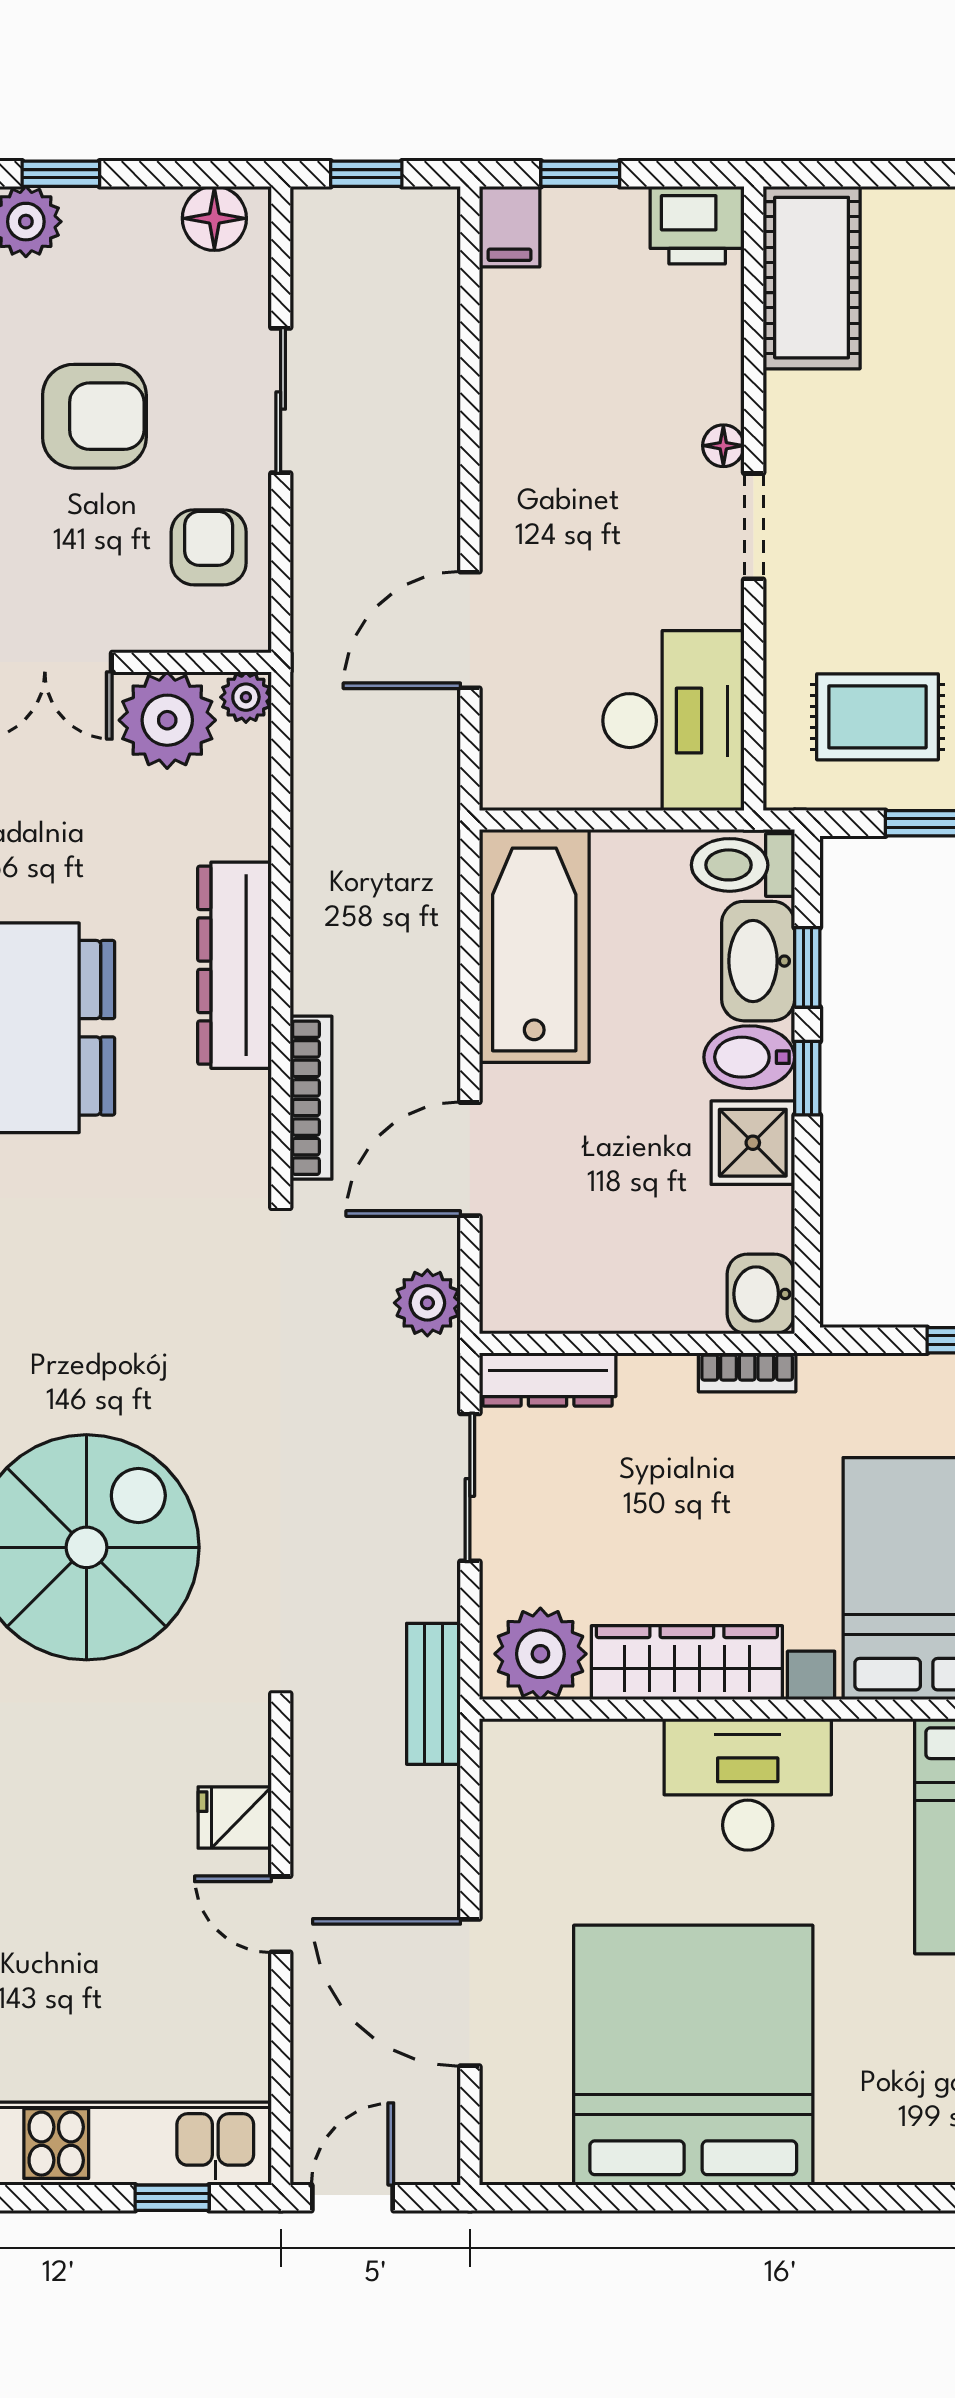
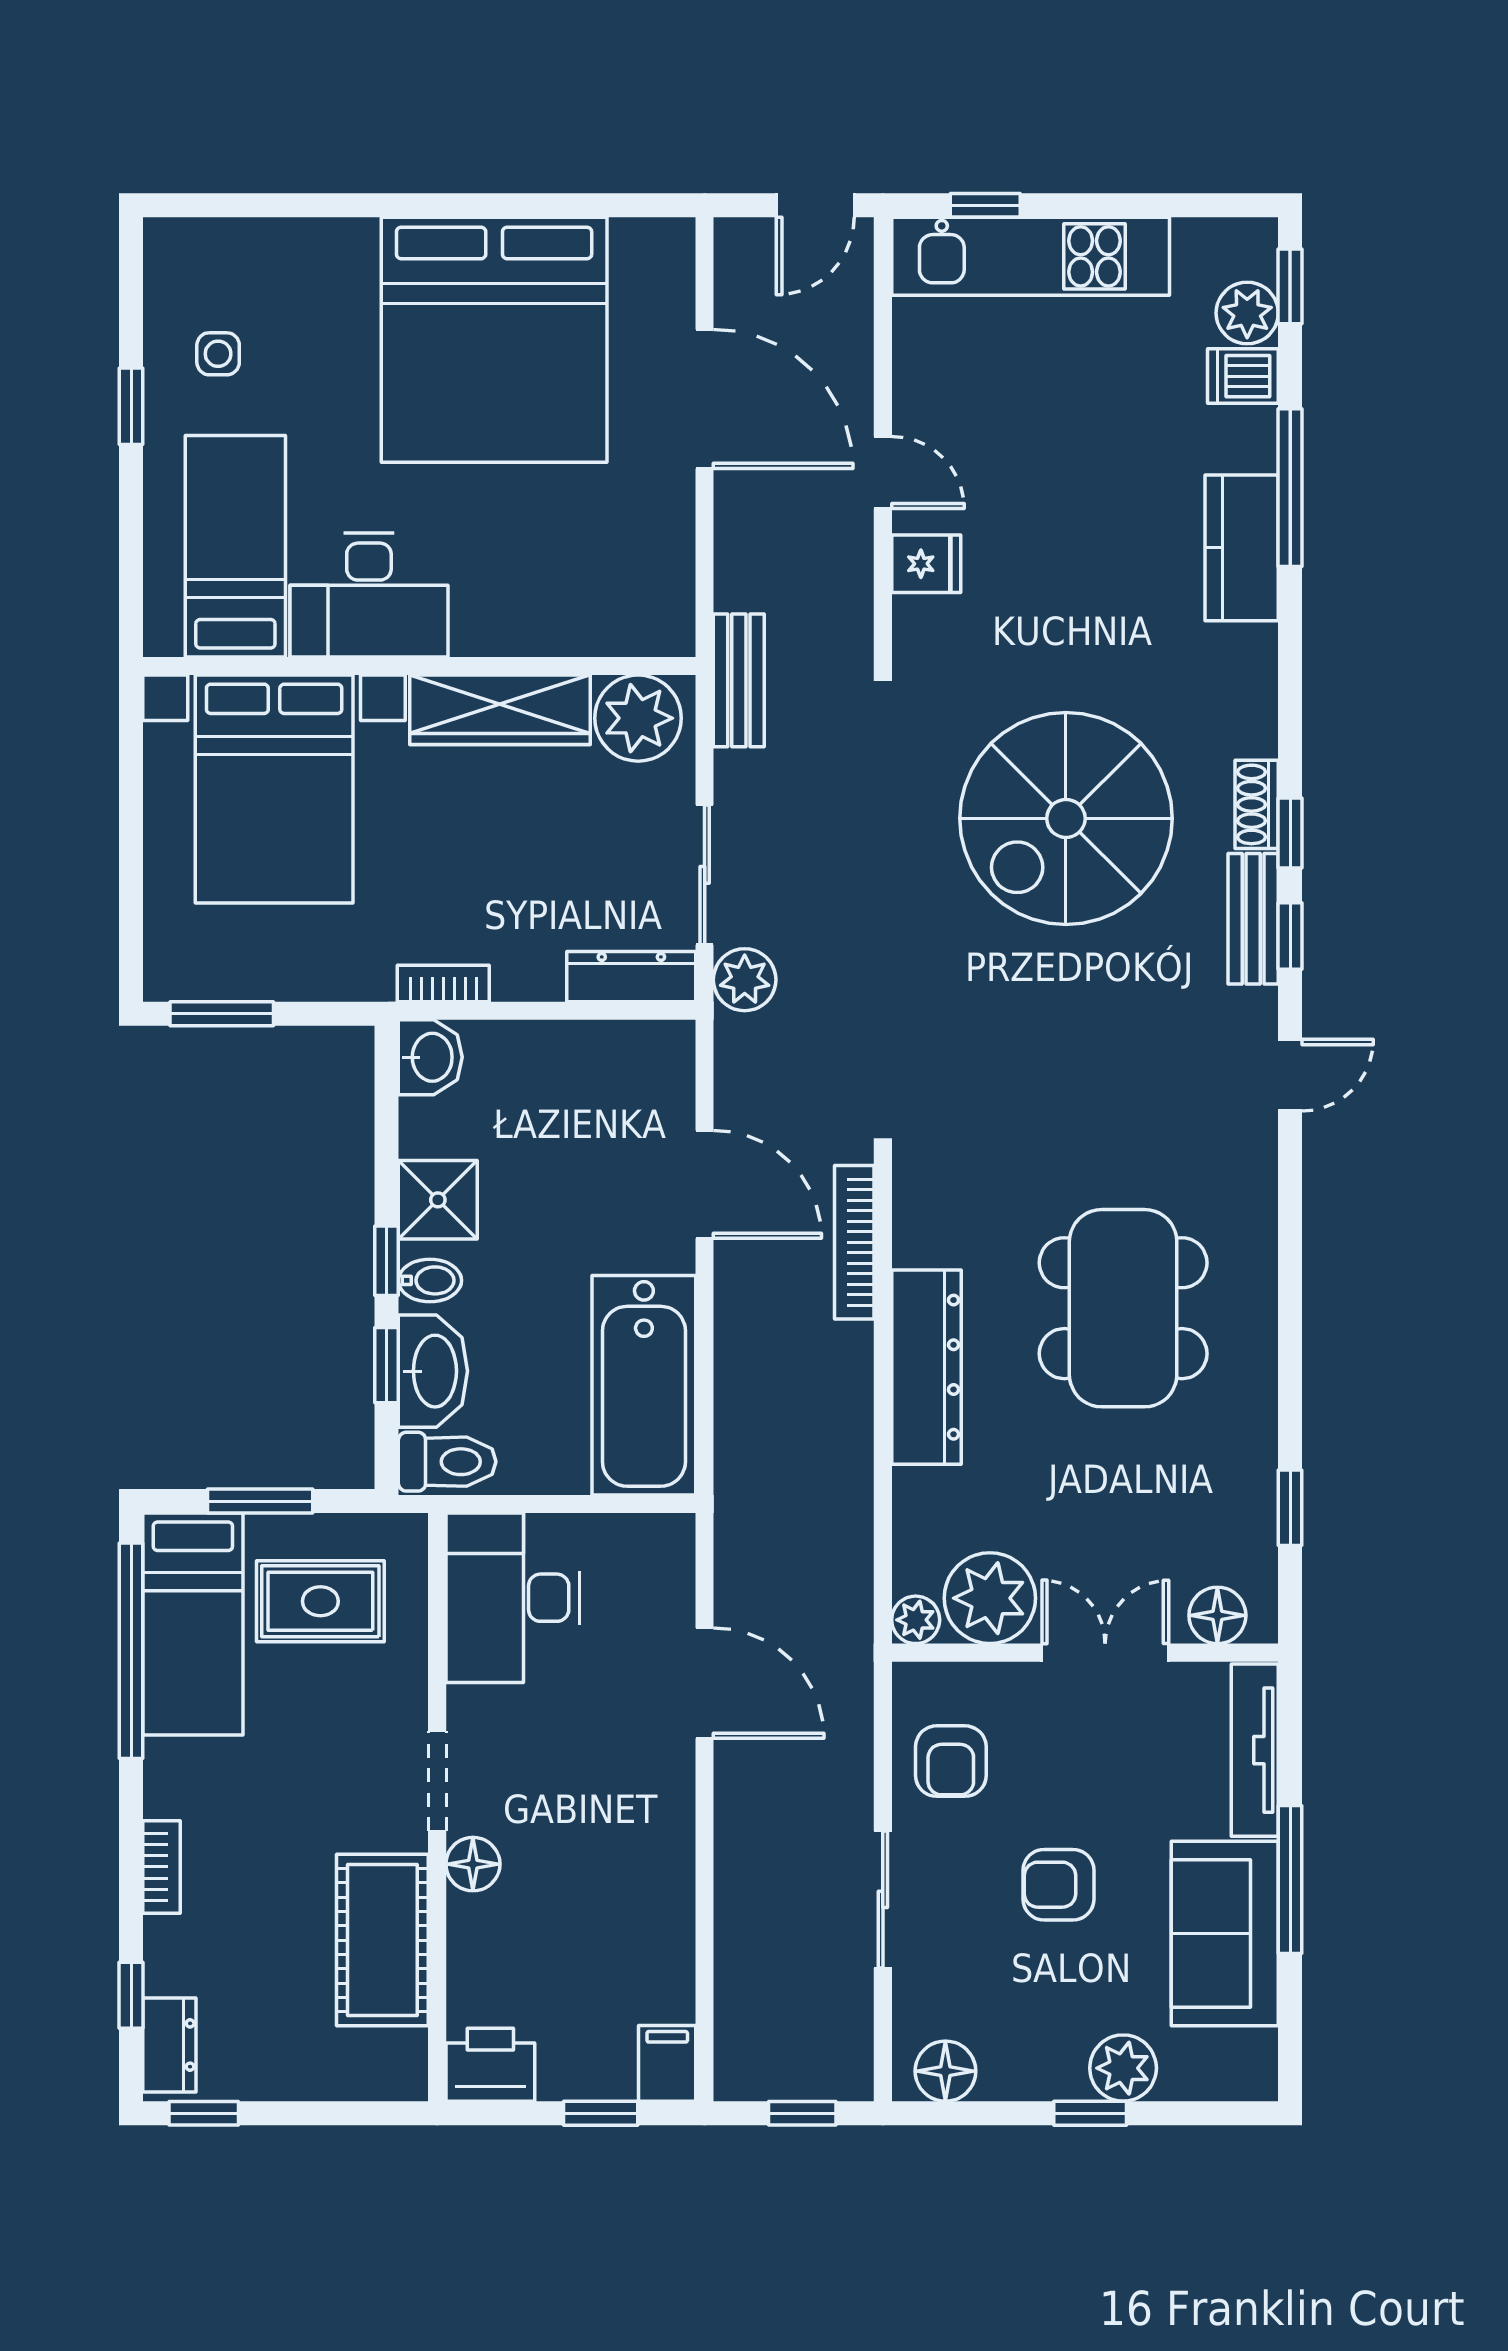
cot: (812, 278) -> (382, 1940), moved
armchair: (94, 416) -> (1058, 1885), width x0.72, depth x0.72
floor lamp: (723, 446) -> (473, 1864), width x1.37, depth x1.37
door: (470, 630) -> (705, 1683), hinge flipped
bidet: (749, 1057) -> (430, 1280), width x0.72, depth x0.74
door: (470, 1159) -> (705, 1184), hinge flipped
plant: (427, 1303) -> (745, 980), moved
desk: (748, 1784) -> (369, 595), moved

